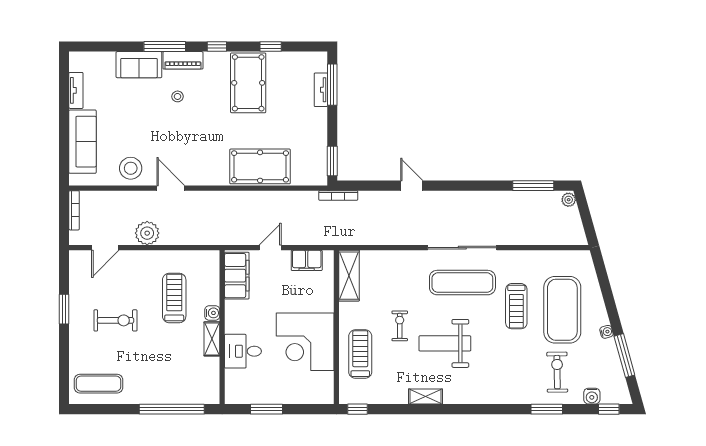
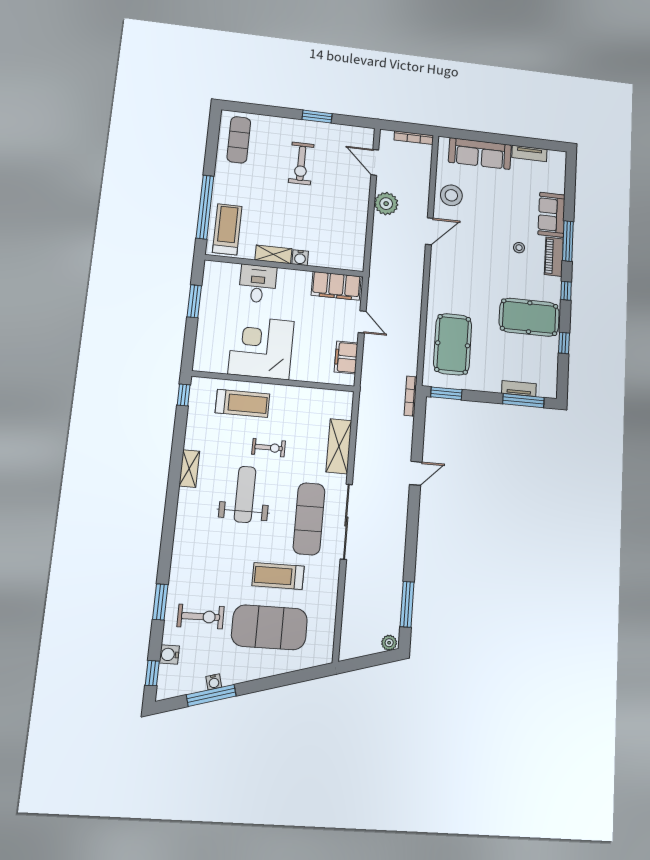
pool table: (260, 166) -> (453, 344), moved
shelving: (349, 276) -> (339, 446), moved, turned 90
treadmill: (174, 298) -> (227, 229), moved, turned -90
water cooler: (606, 332) -> (214, 682), moved

